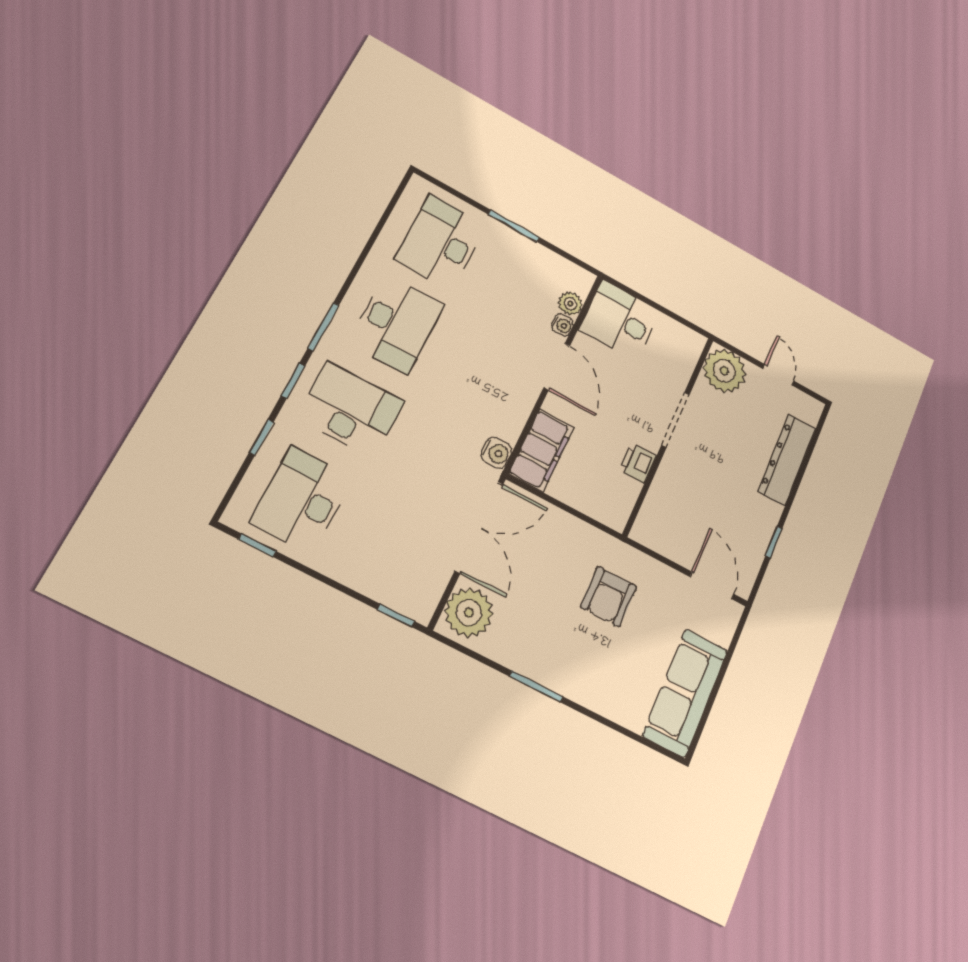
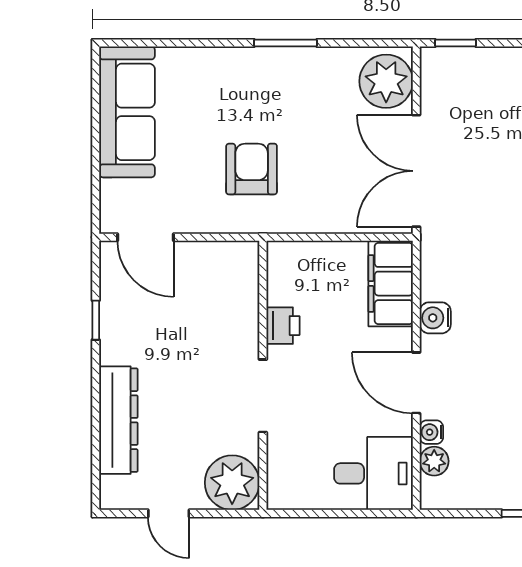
water cooler: (497, 453) -> (435, 318), moved

